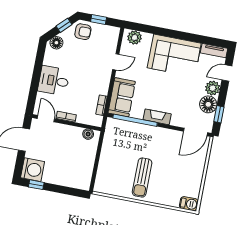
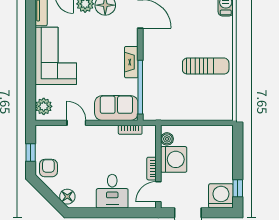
window: (64, 25) -> (45, 192), removed
washing machine: (70, 136) -> (174, 159), added

